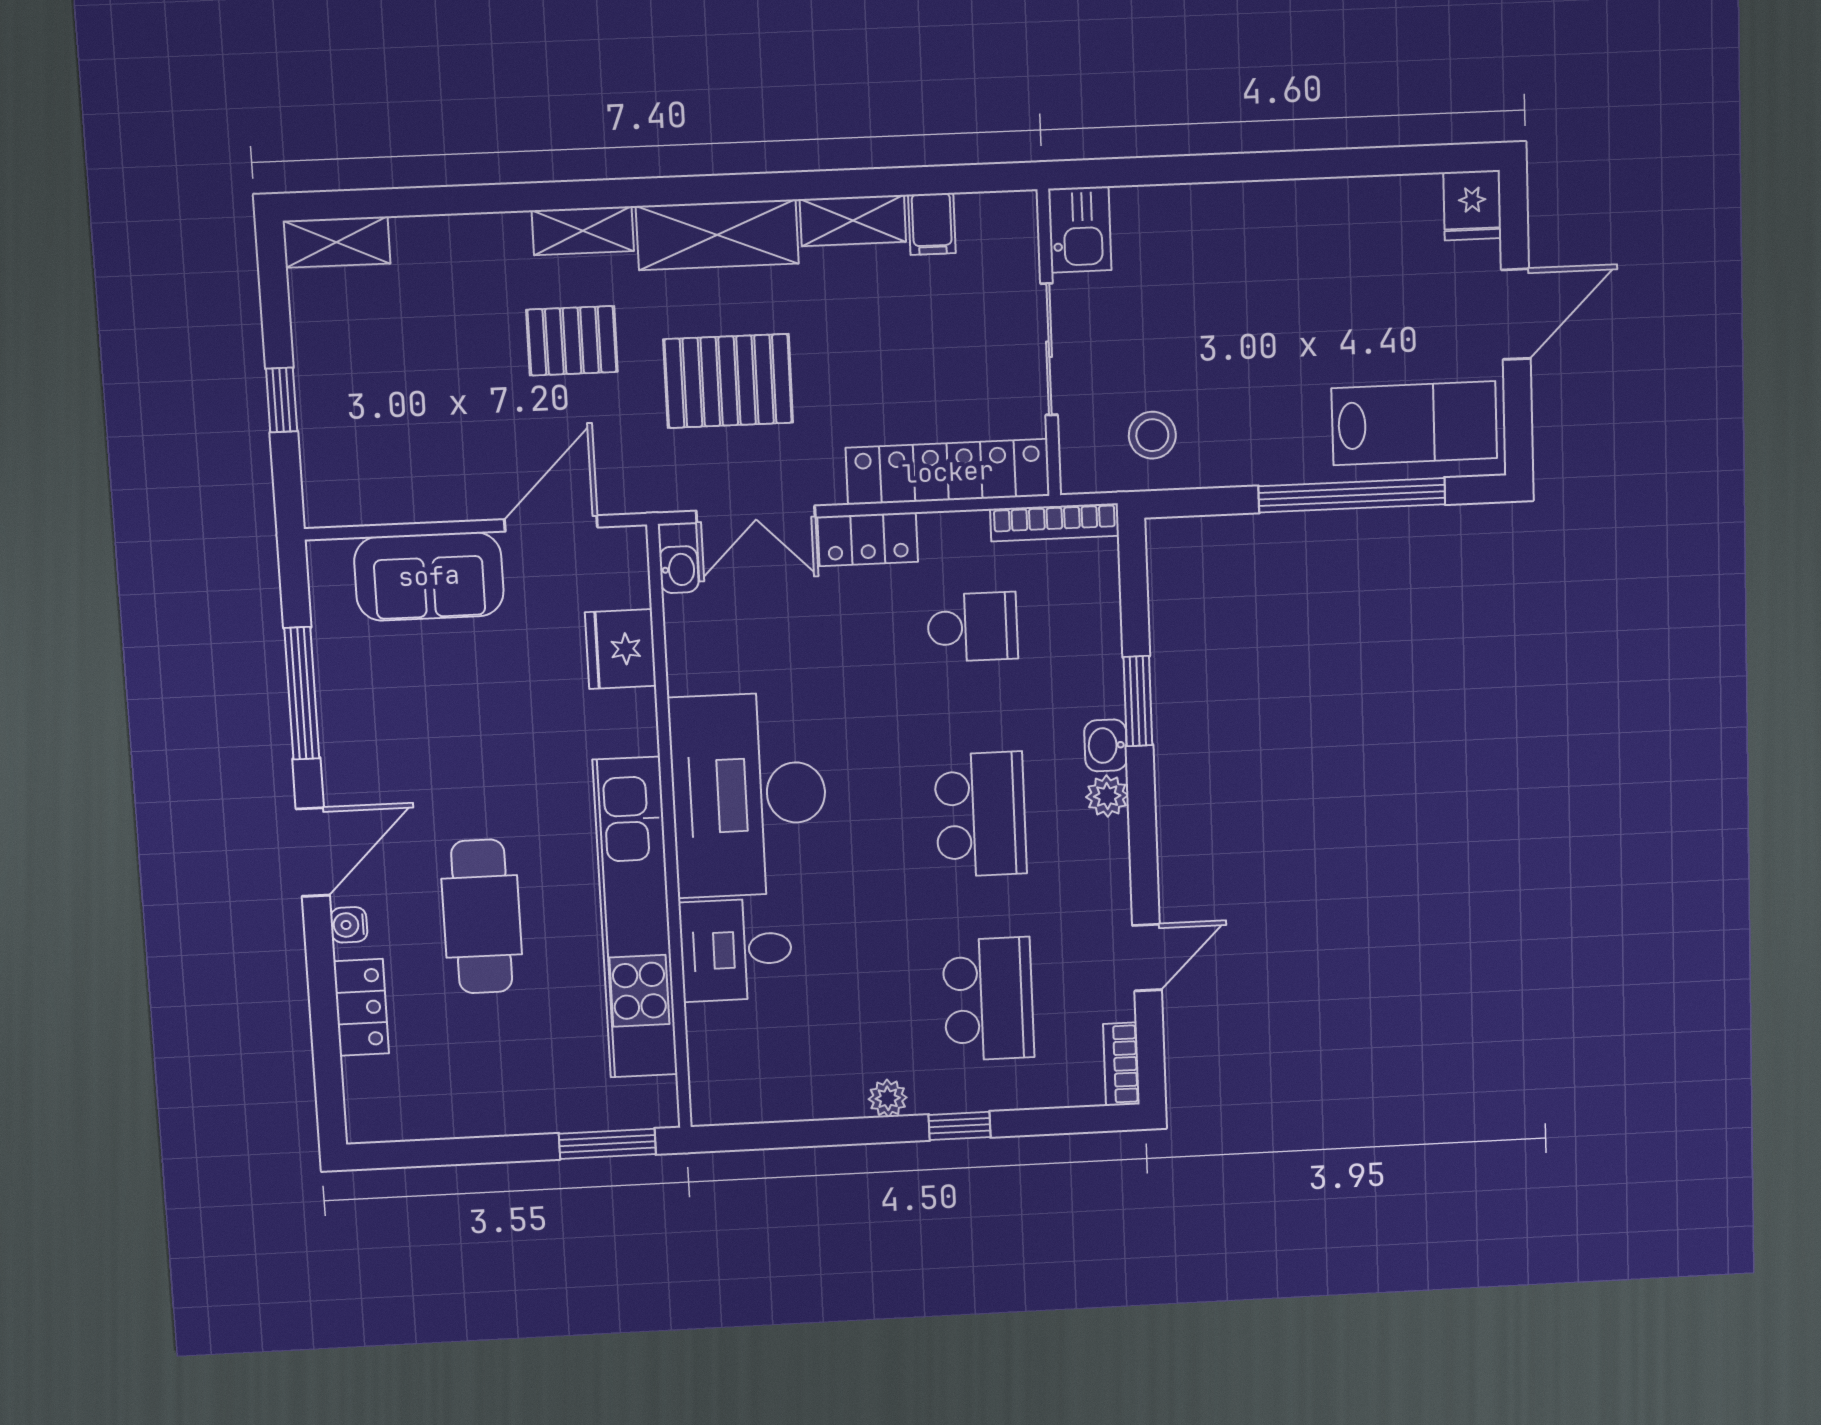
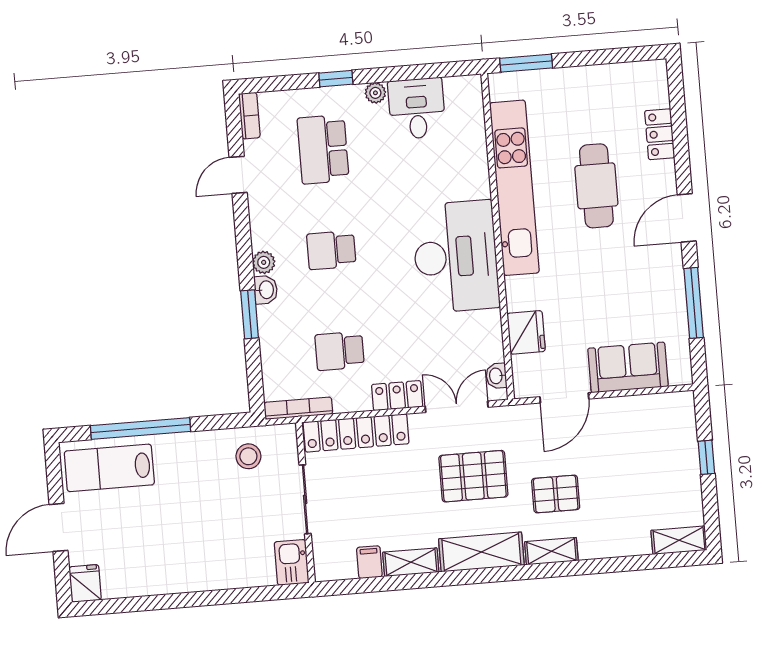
school desk: (981, 814) -> (331, 250), width x0.54
water cooler: (349, 925) -> (667, 179), removed
desk: (736, 950) -> (417, 109), moved, turned -90

